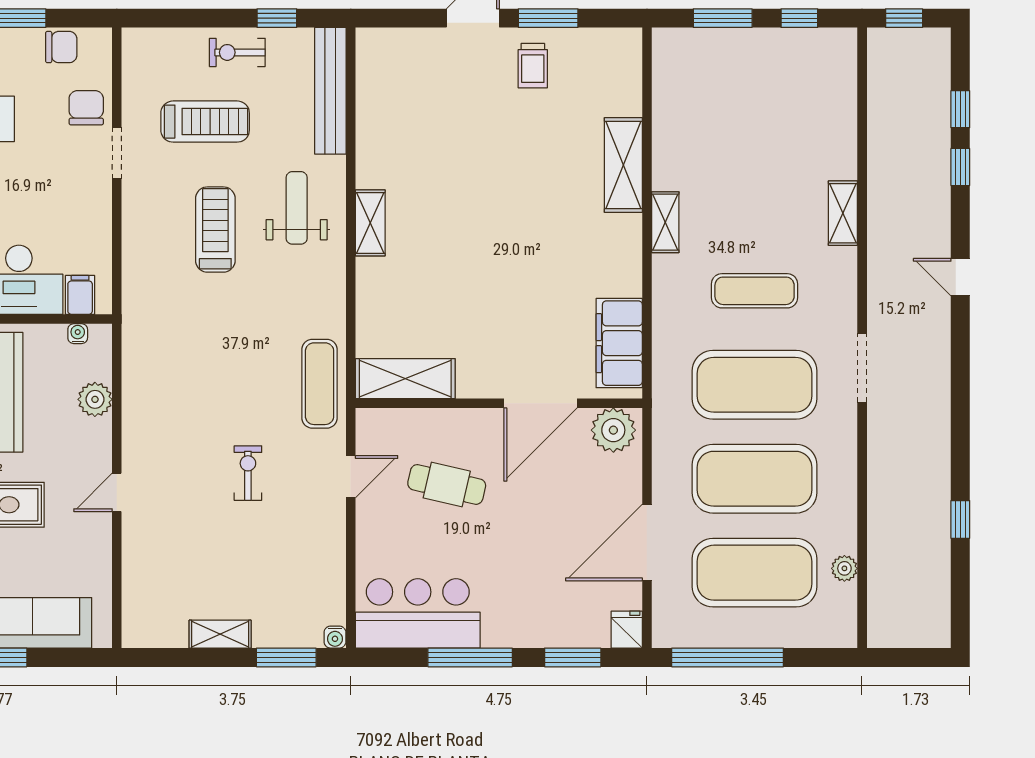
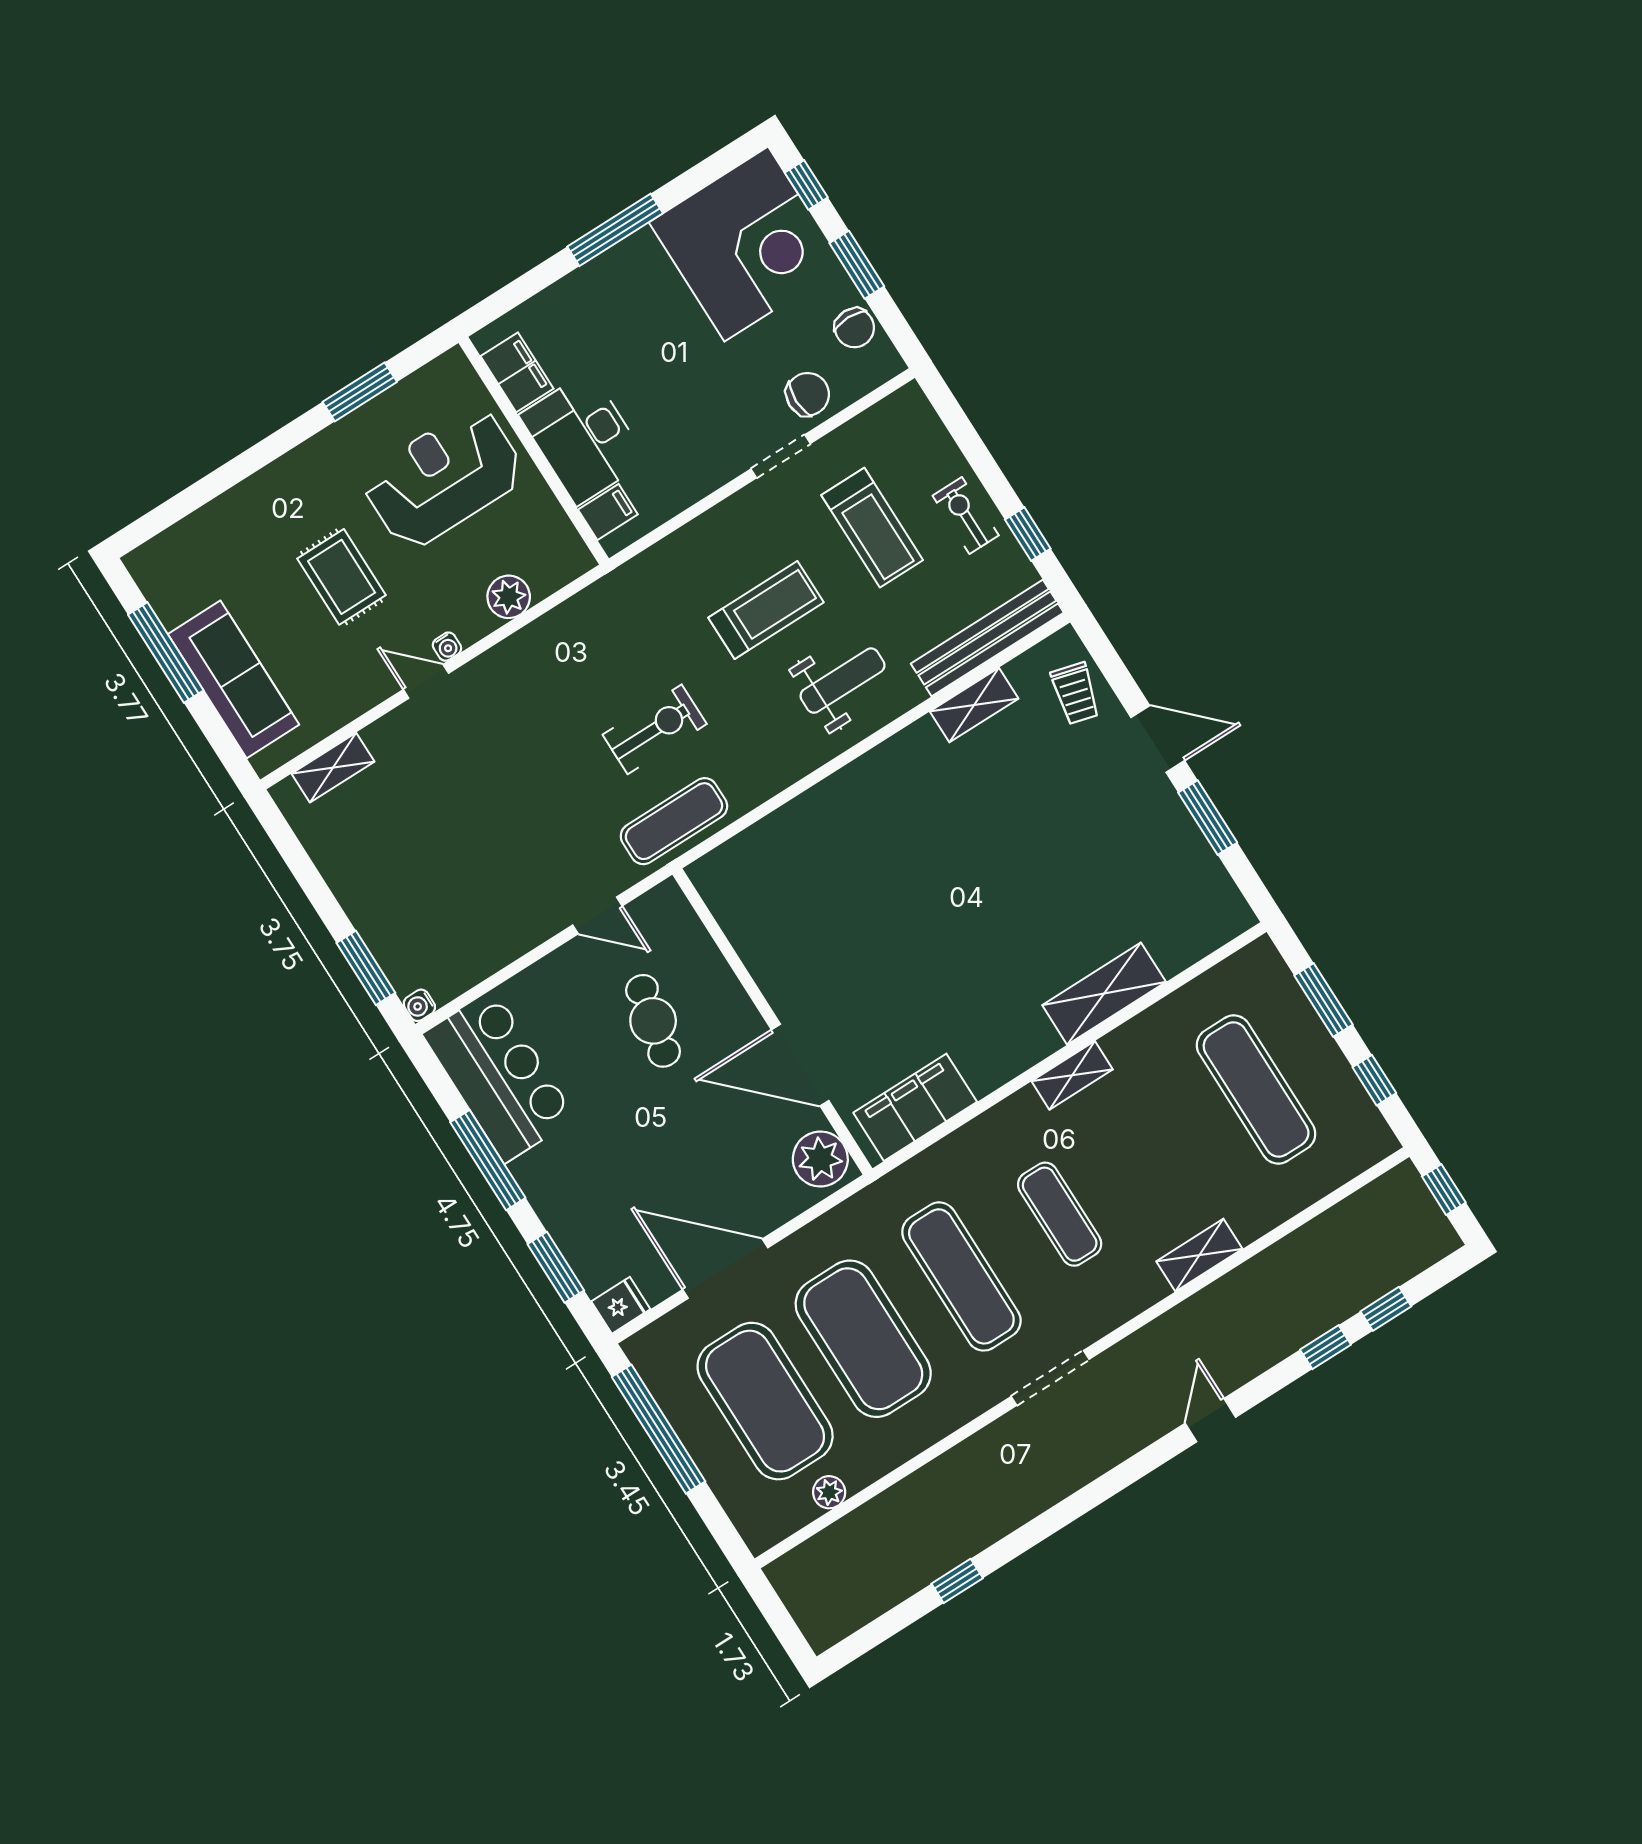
trolley: (533, 66) -> (1075, 693), moved, turned -75
exercise mat: (755, 103) -> (1256, 1090), added
shelving: (370, 223) -> (974, 705), moved
water cooler: (78, 334) -> (447, 647), moved, turned 90
shelving: (405, 379) -> (736, 907), removed
exercise mat: (755, 385) -> (961, 1276), width x0.68
exercise bike: (248, 473) -> (655, 729), moved, width x1.38, depth x1.39
shelving: (220, 634) -> (333, 768), moved, turned 90

